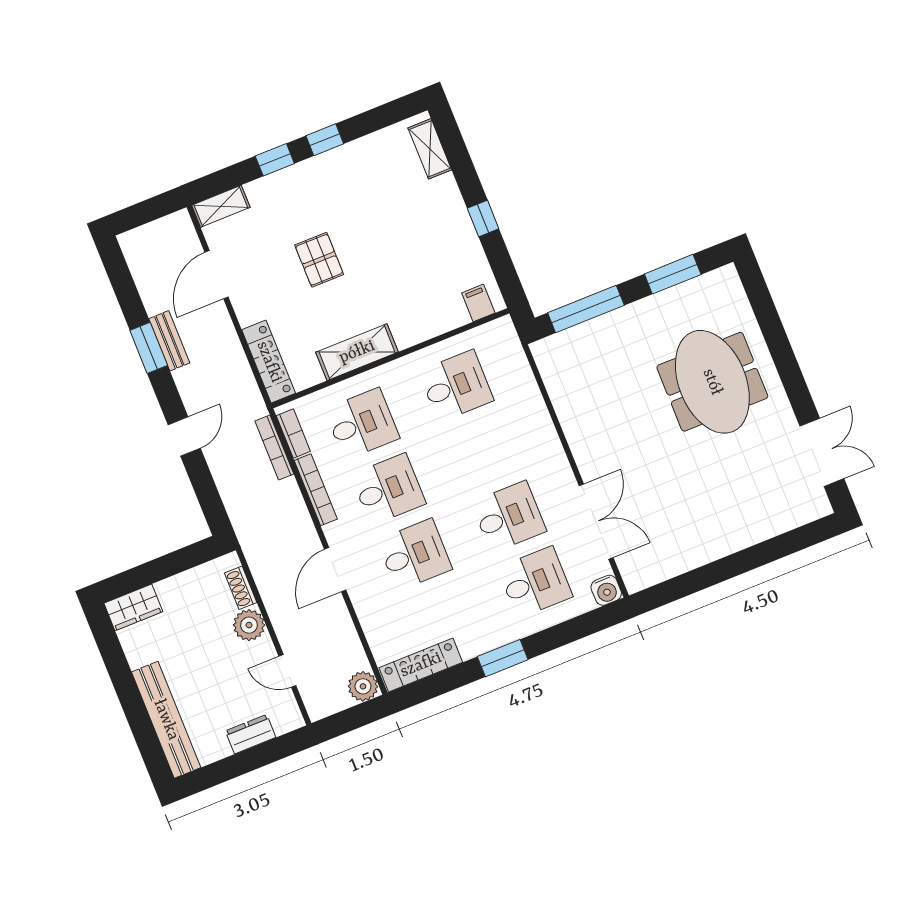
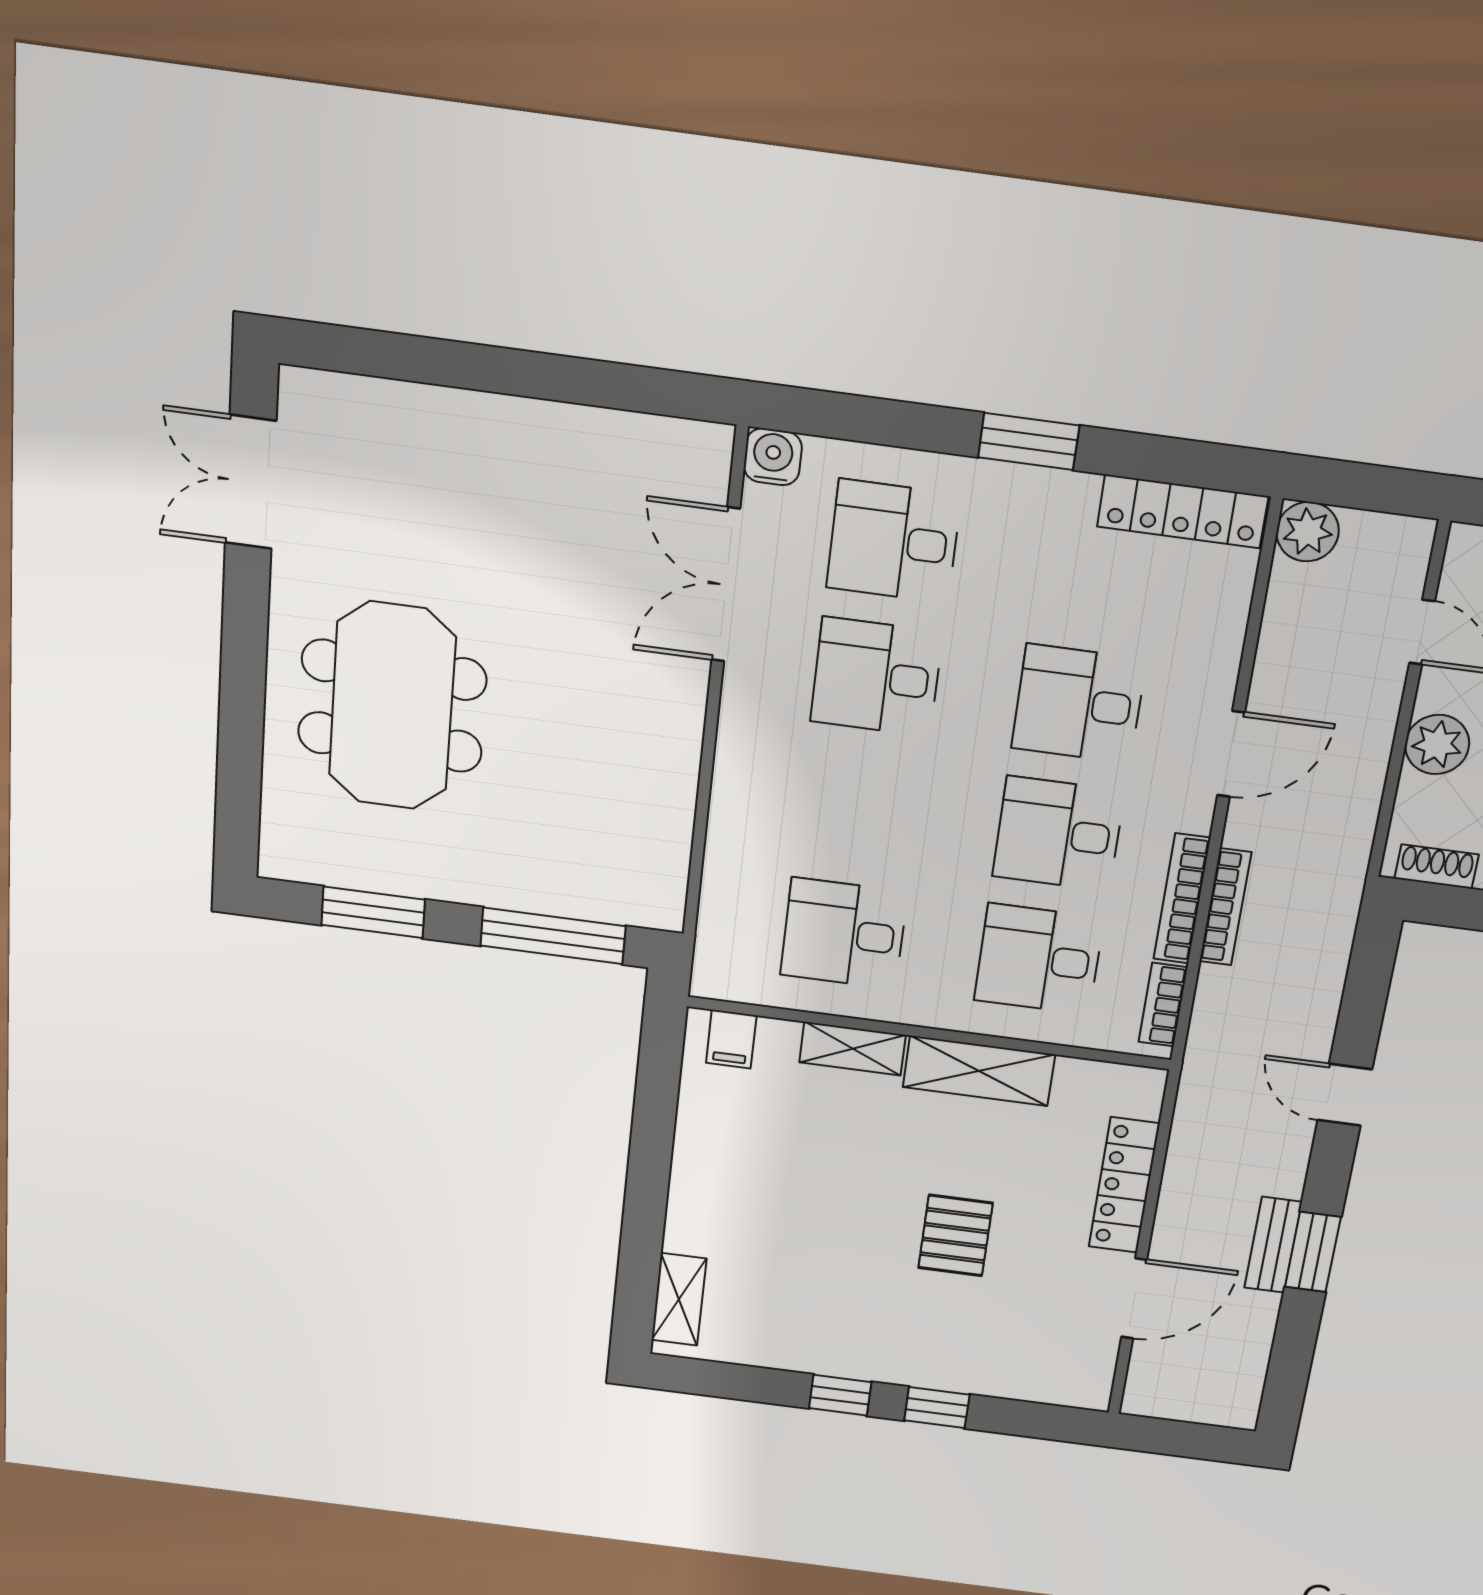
shelving: (221, 206) -> (853, 1049), moved
window: (483, 219) -> (650, 1158), removed
locker: (269, 362) -> (1124, 1185), moved
door: (184, 436) -> (1345, 1095), hinge flipped
bookcase: (274, 447) -> (1225, 907), moved
shoe rack: (241, 588) -> (1437, 867), moved, turned -90

